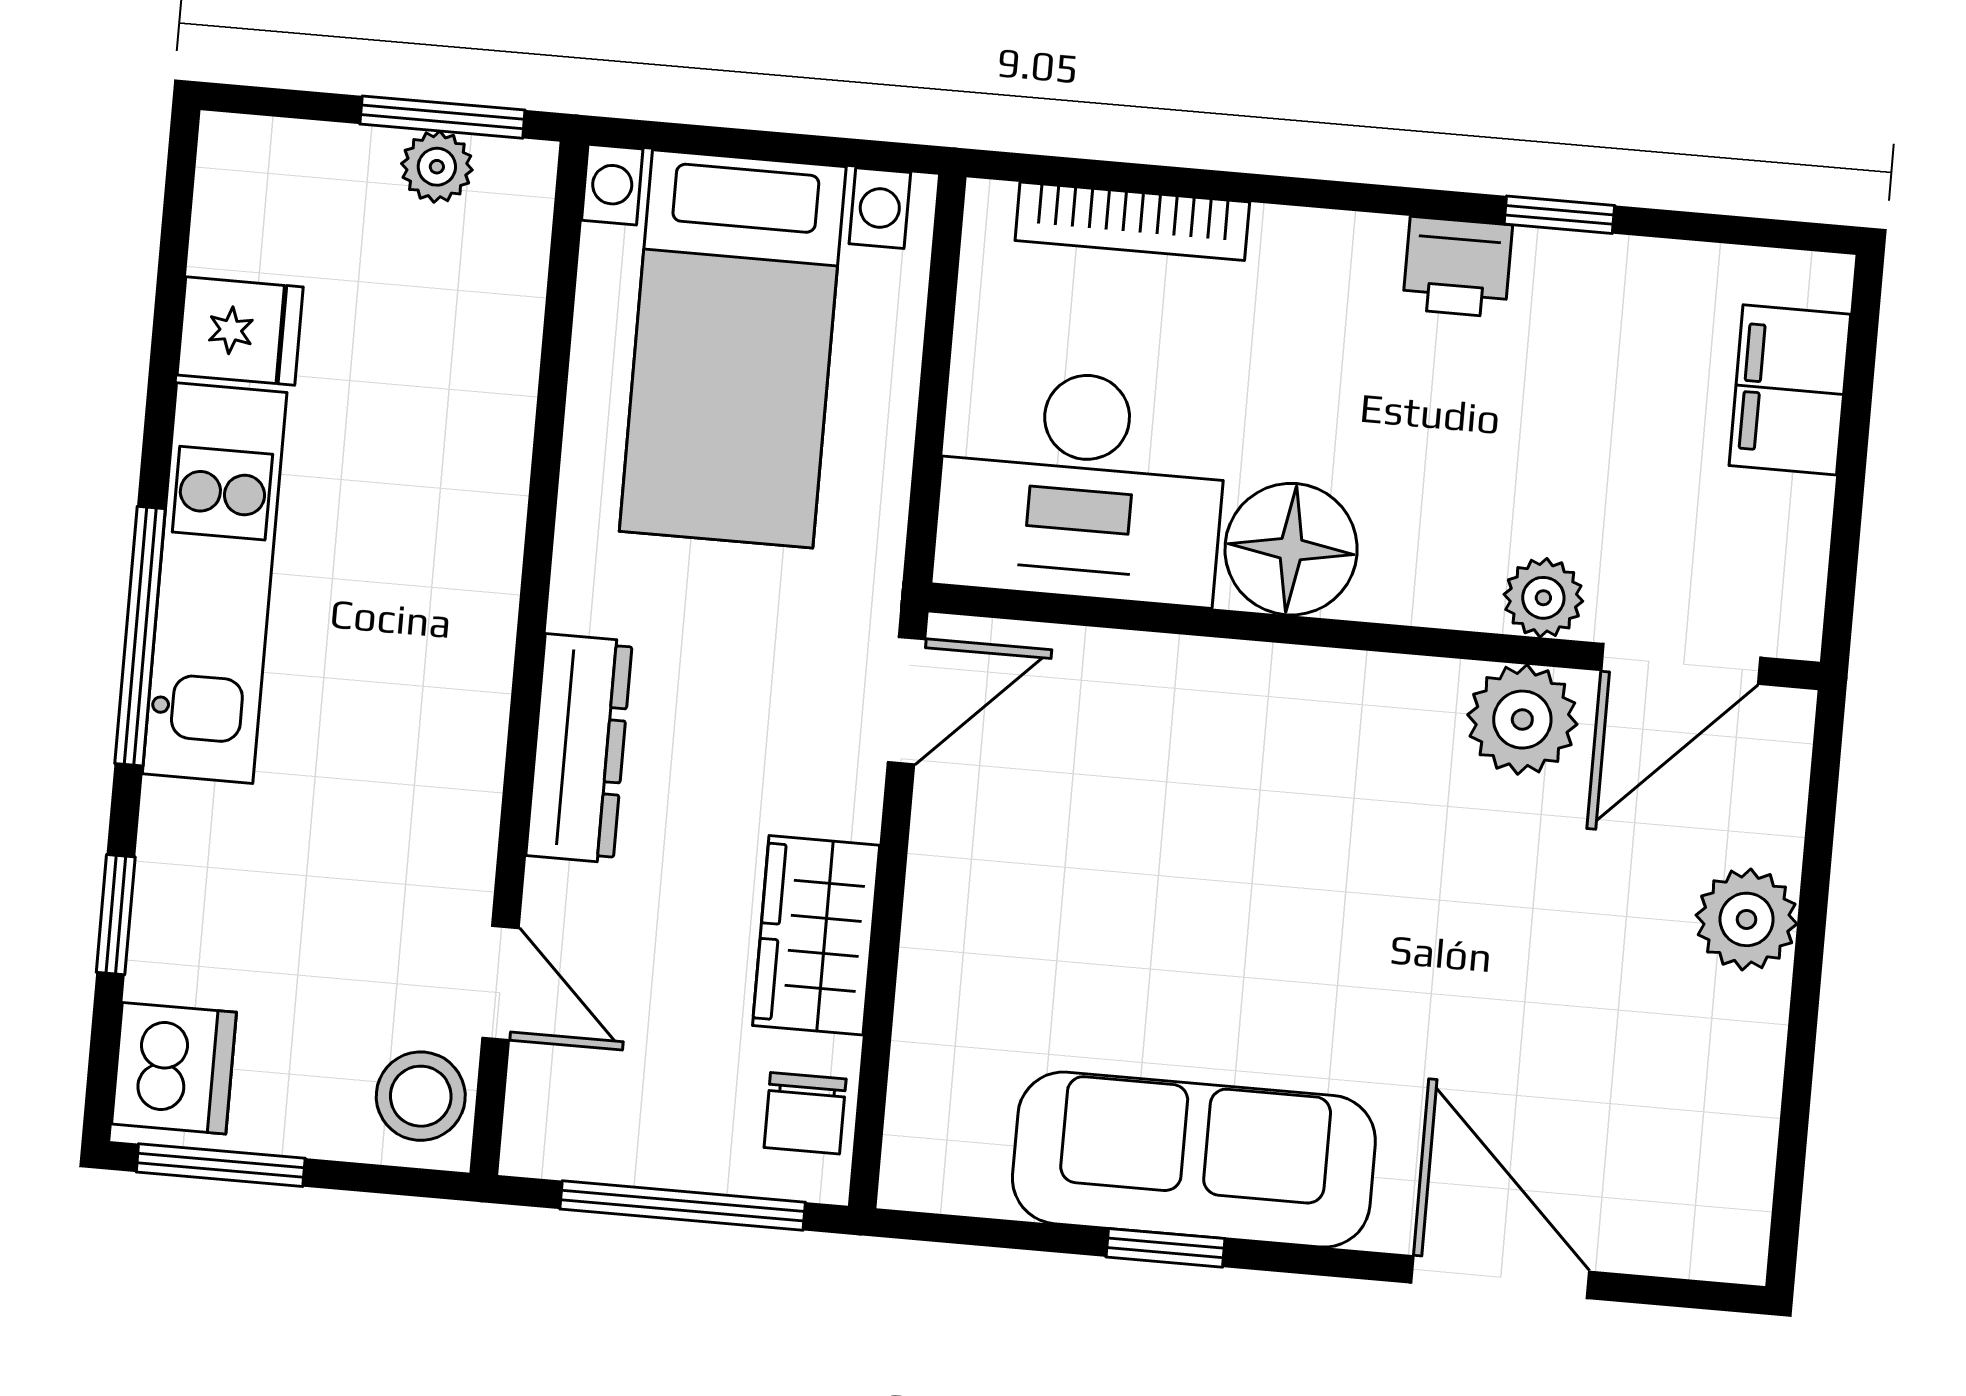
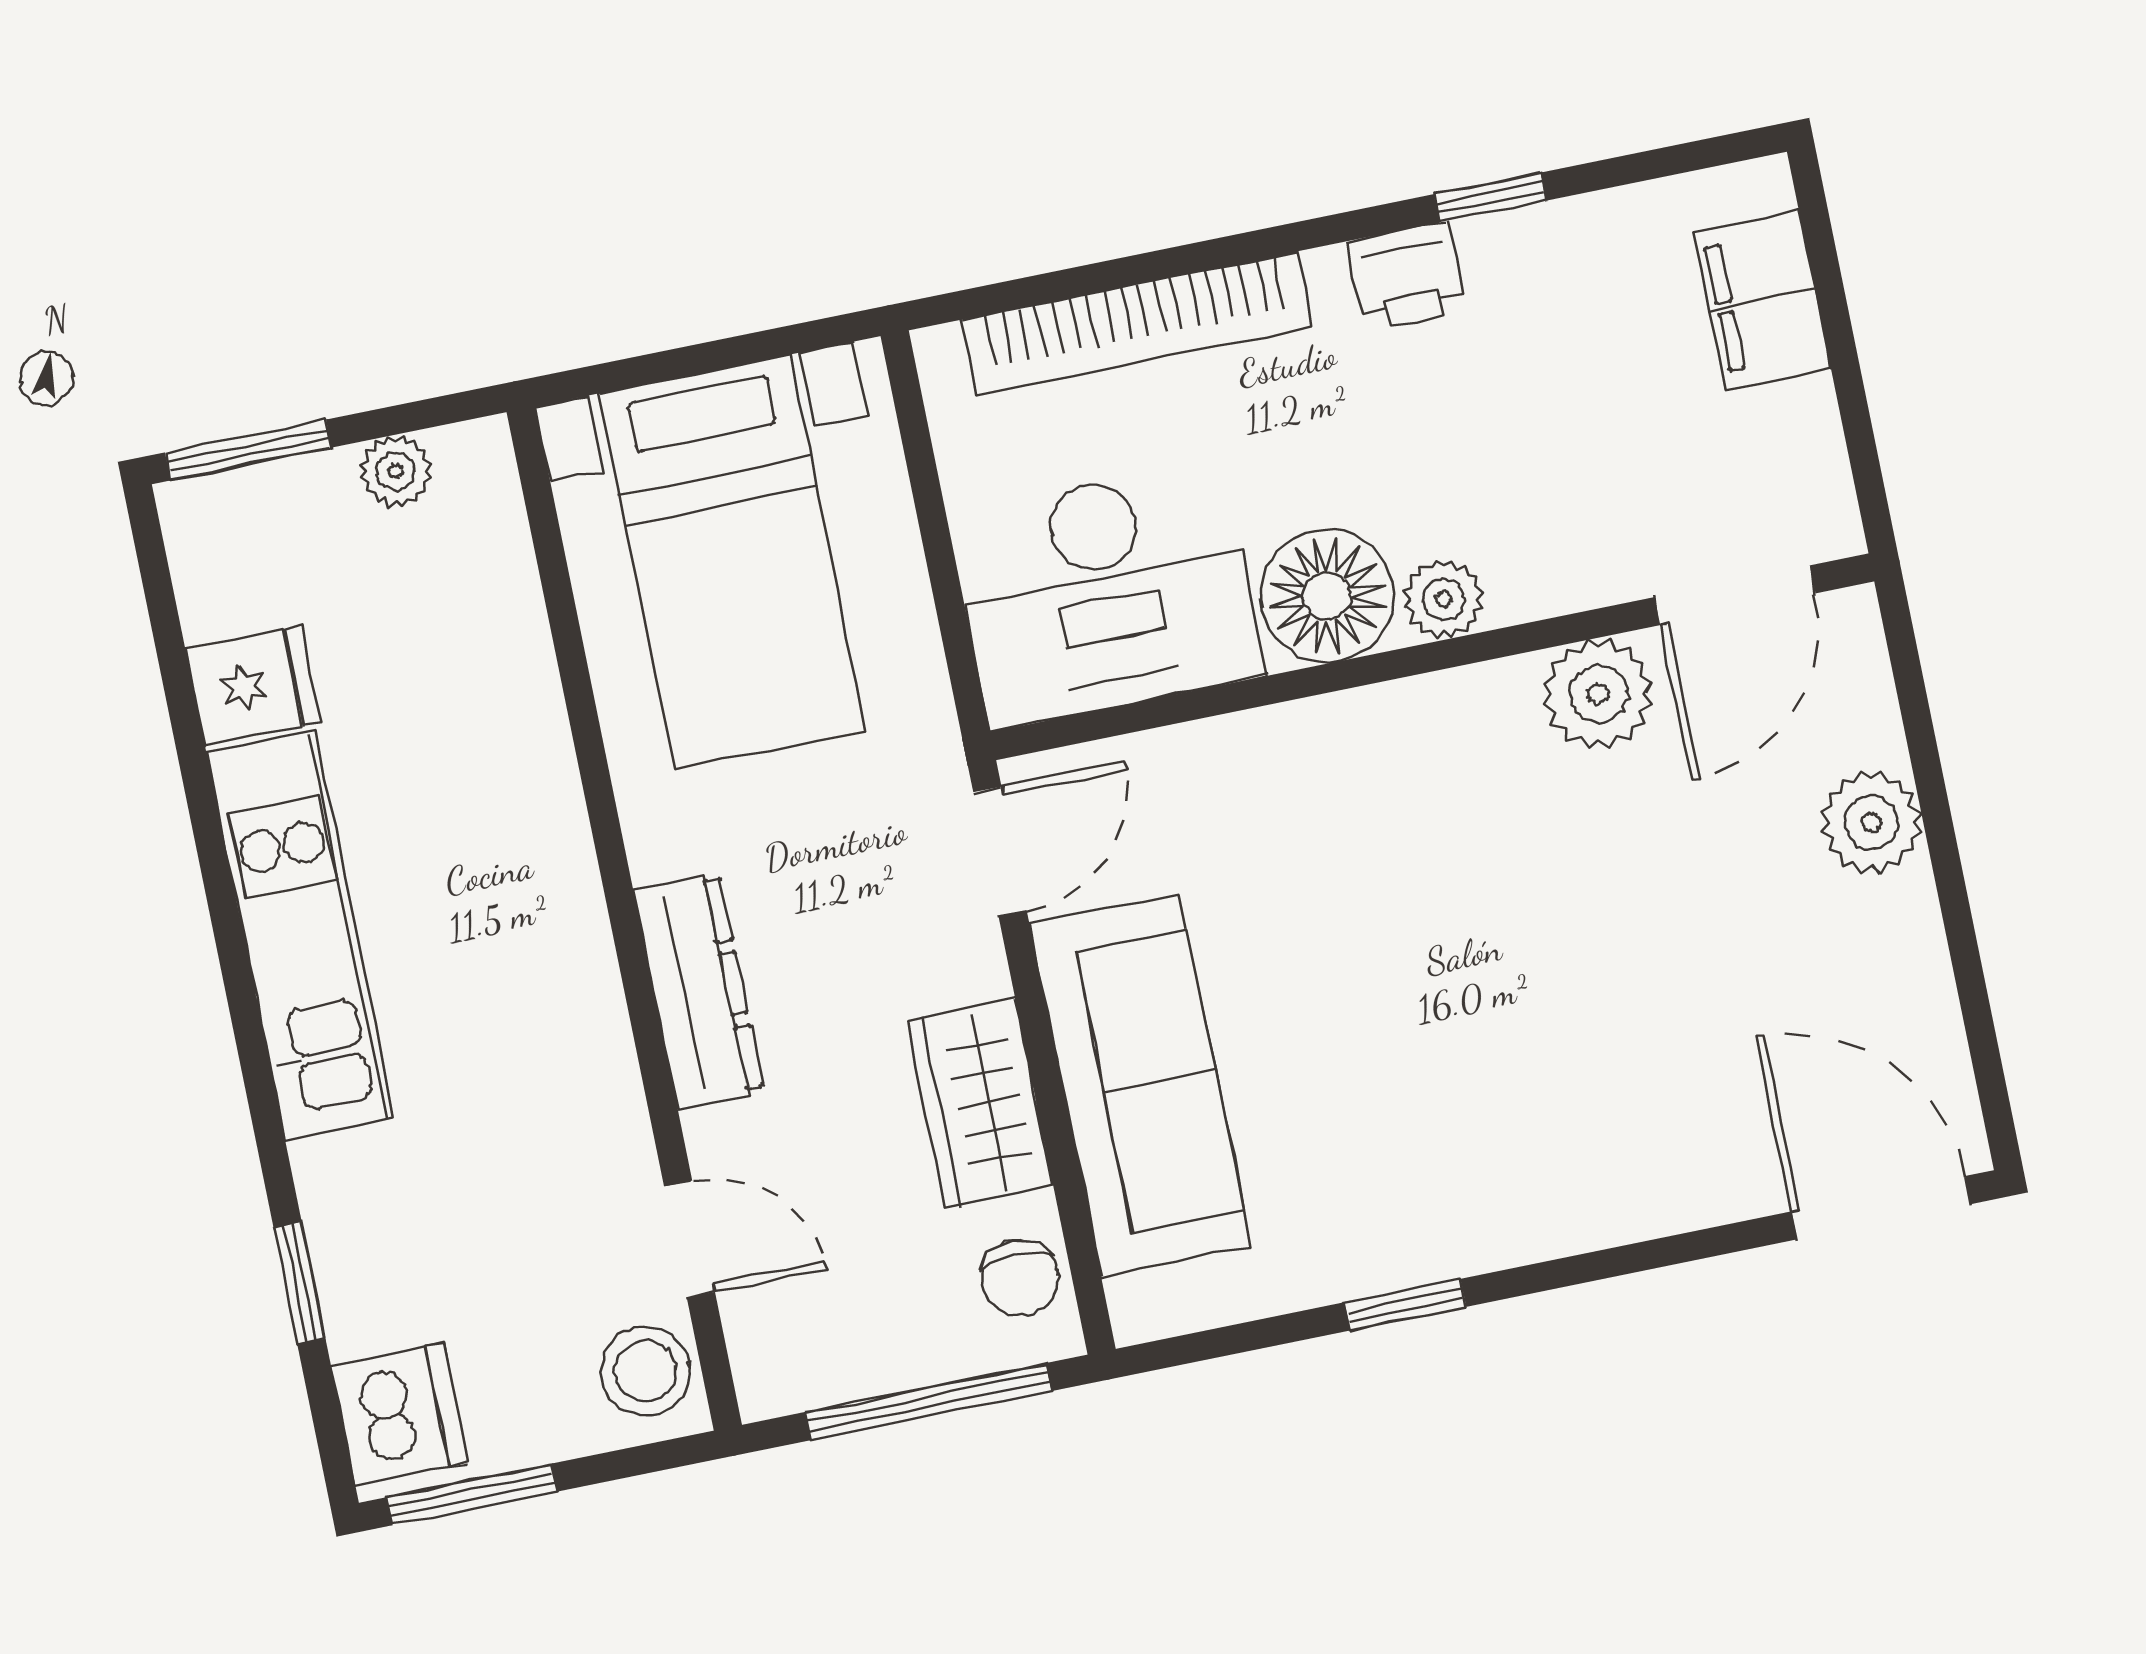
window: (442, 117) -> (248, 450), moved
bookcase: (1132, 221) -> (1137, 323), width x1.48, depth x1.31
plant: (1543, 598) -> (1444, 599), moved
window: (140, 636) -> (244, 1008), removed
sofa: (1194, 1160) -> (1140, 1085), moved, turned 90
door: (1500, 1277) -> (1881, 1208), moved

